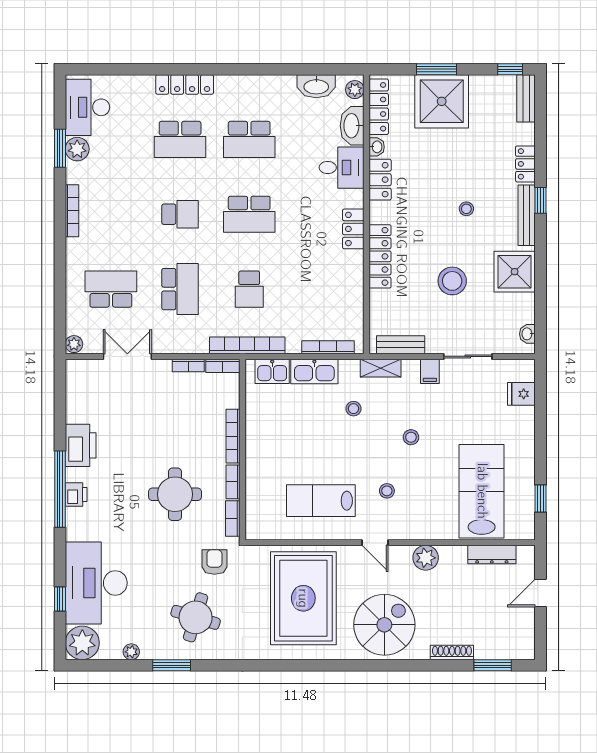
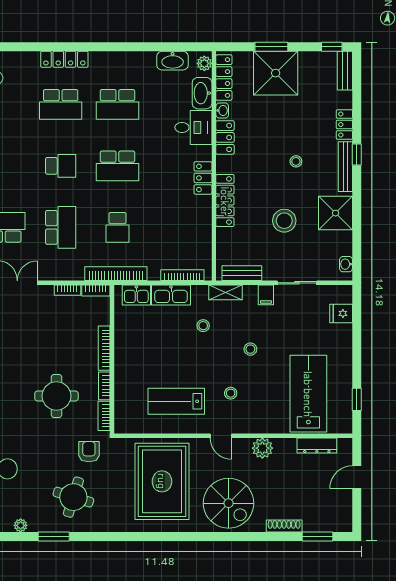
spiral stairs: (384, 625) -> (229, 503), turned 90

